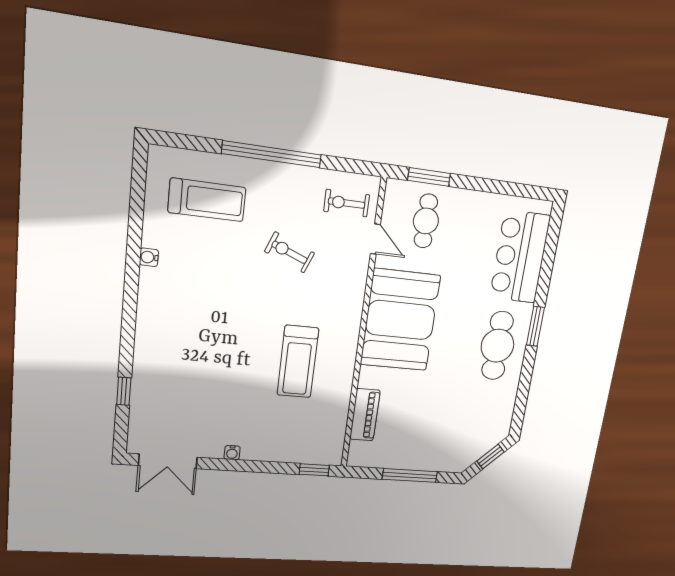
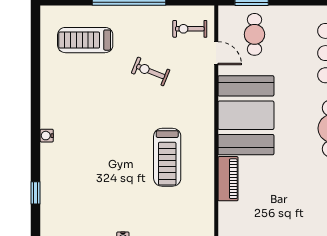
treadmill: (207, 200) -> (85, 40), turned 180
water cooler: (149, 257) -> (47, 136), moved
piano: (365, 415) -> (228, 179), moved

